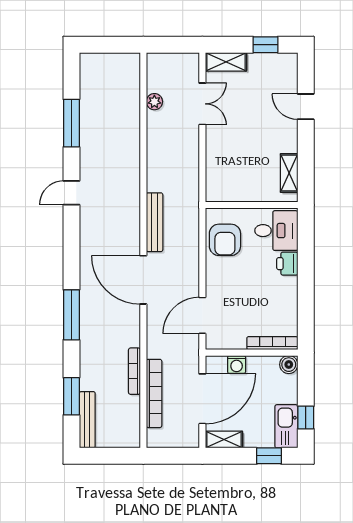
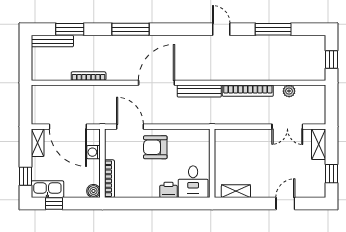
window: (112, 45) -> (331, 59), added
armchair: (225, 240) -> (155, 147), moved
bookcase: (154, 393) -> (248, 91), moved

